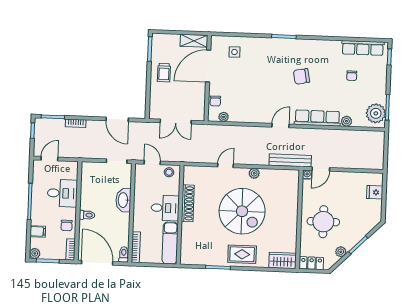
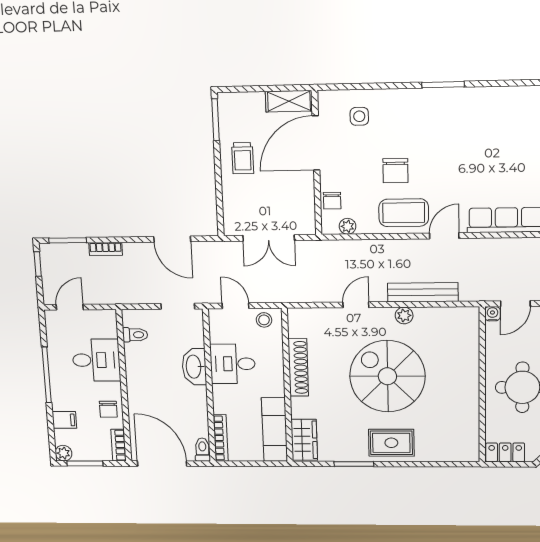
chair: (301, 76) -> (395, 171), moved, turned -79
coffee table: (257, 110) -> (404, 213), added
bench: (290, 160) -> (423, 292), moved
desk: (165, 208) -> (233, 364), moved, turned 180
spiral stairs: (242, 211) -> (387, 376), turned 180
toilet: (87, 215) -> (135, 335), moved
wardrobe: (283, 260) -> (304, 440), moved, turned 90

